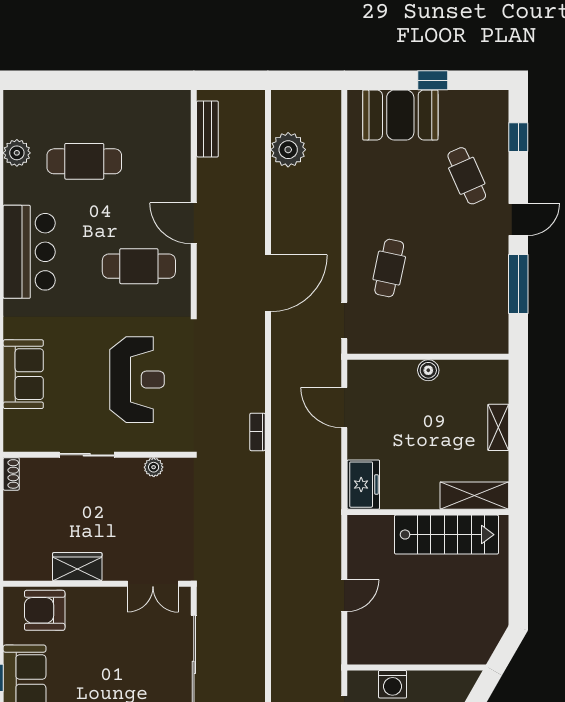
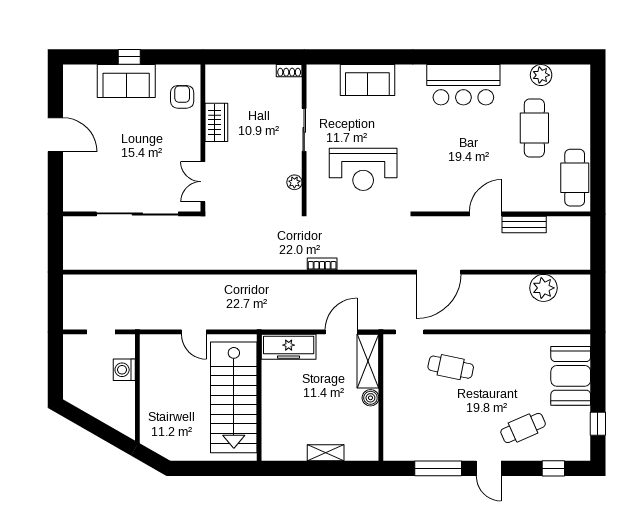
window: (433, 80) -> (598, 424), moved
bench: (207, 129) -> (524, 225), moved
cafe table: (139, 266) -> (575, 178), moved
door: (268, 283) -> (439, 272), hinge flipped
freezer: (363, 485) -> (289, 347), width x1.40
shelving: (474, 496) -> (368, 361), moved
stairs: (446, 535) -> (234, 397), width x1.36, depth x1.51
armchair: (45, 610) -> (182, 97), width x0.72, depth x0.72

